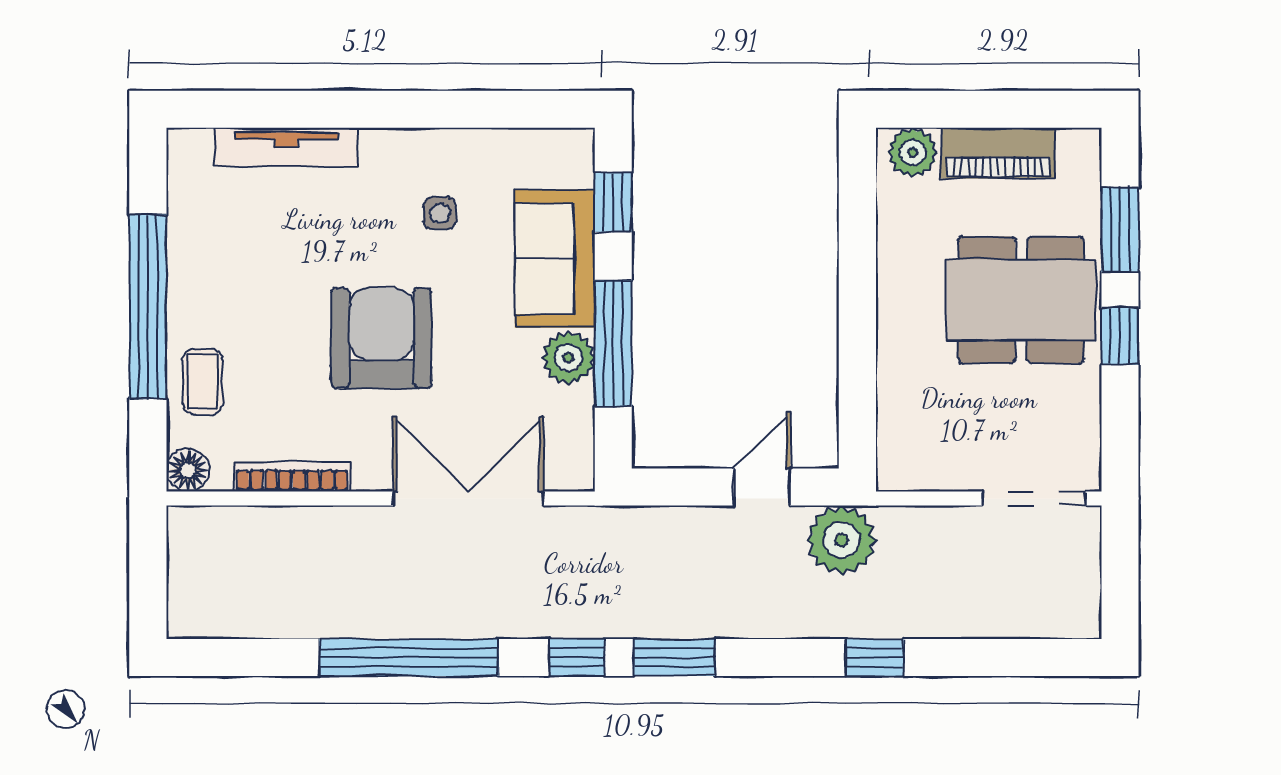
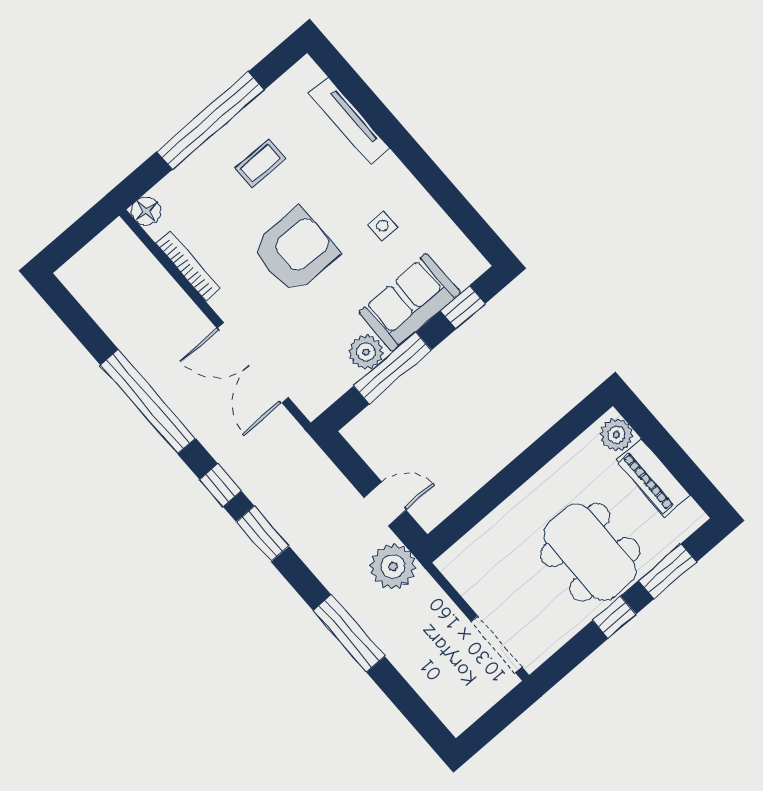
coffee table: (202, 382) -> (260, 164), moved
double door: (468, 499) -> (253, 363), swing flipped
window: (875, 657) -> (349, 634), width x2.17

